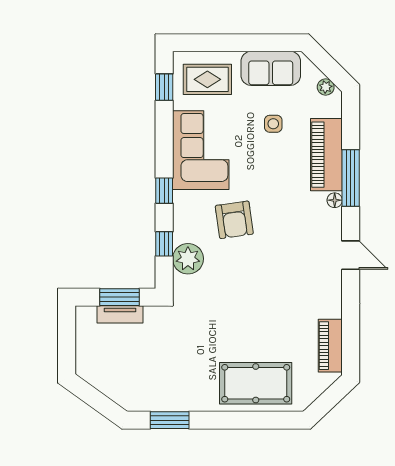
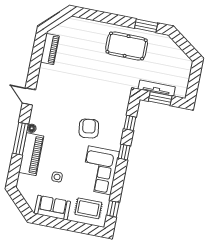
plant: (326, 87) -> (24, 191), removed
plant: (188, 259) -> (118, 112), removed
tv unit: (120, 314) -> (157, 88), width x1.41
pool table: (256, 383) -> (127, 46), moved

